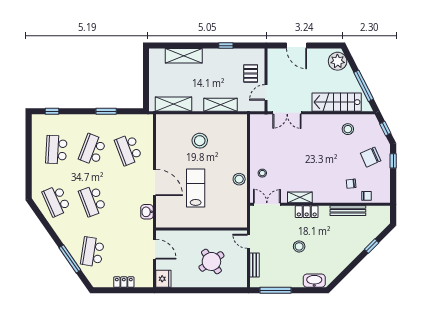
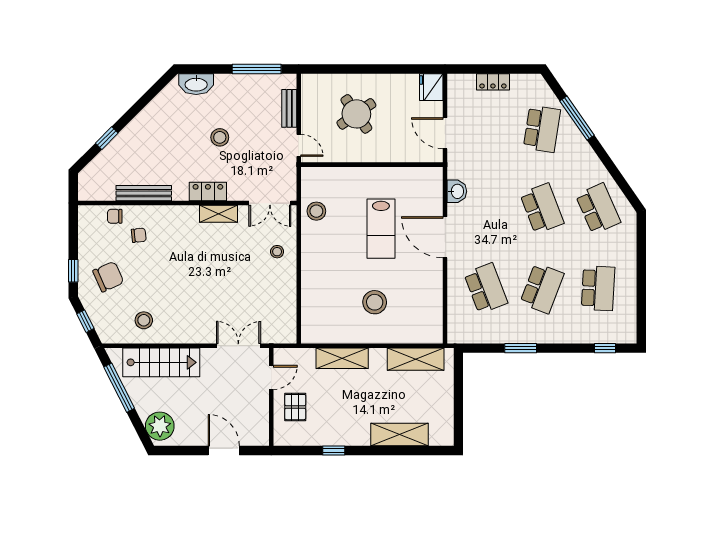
stool: (239, 179) -> (316, 211), moved

